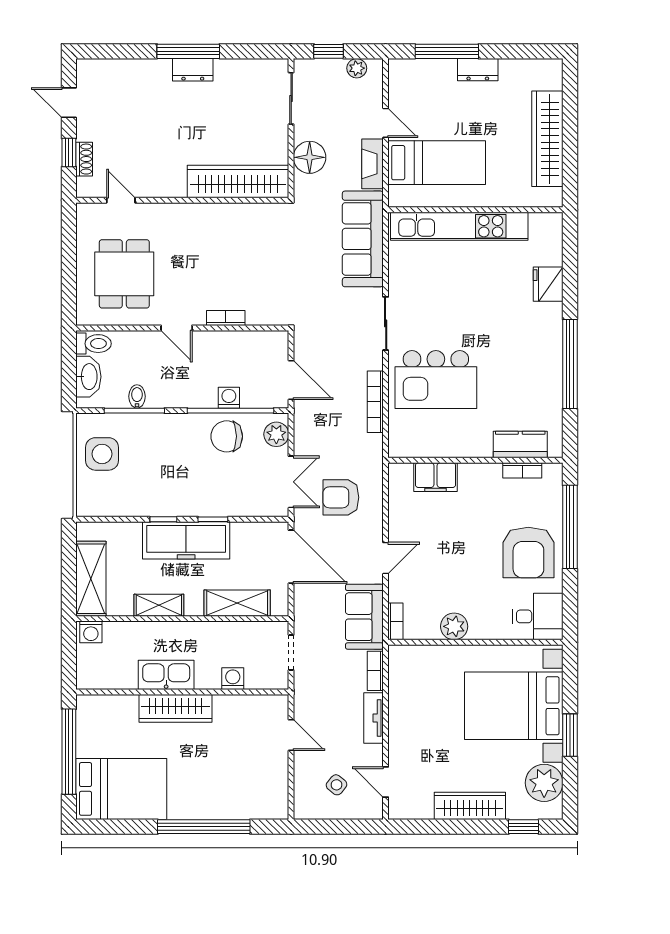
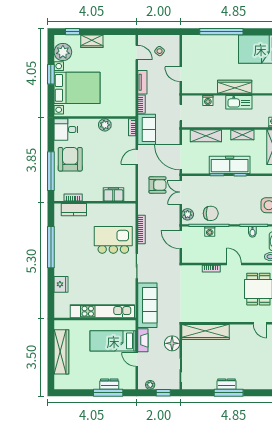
dresser: (478, 70) -> (109, 384), moved
wardrobe: (470, 806) -> (92, 41), width x0.67

